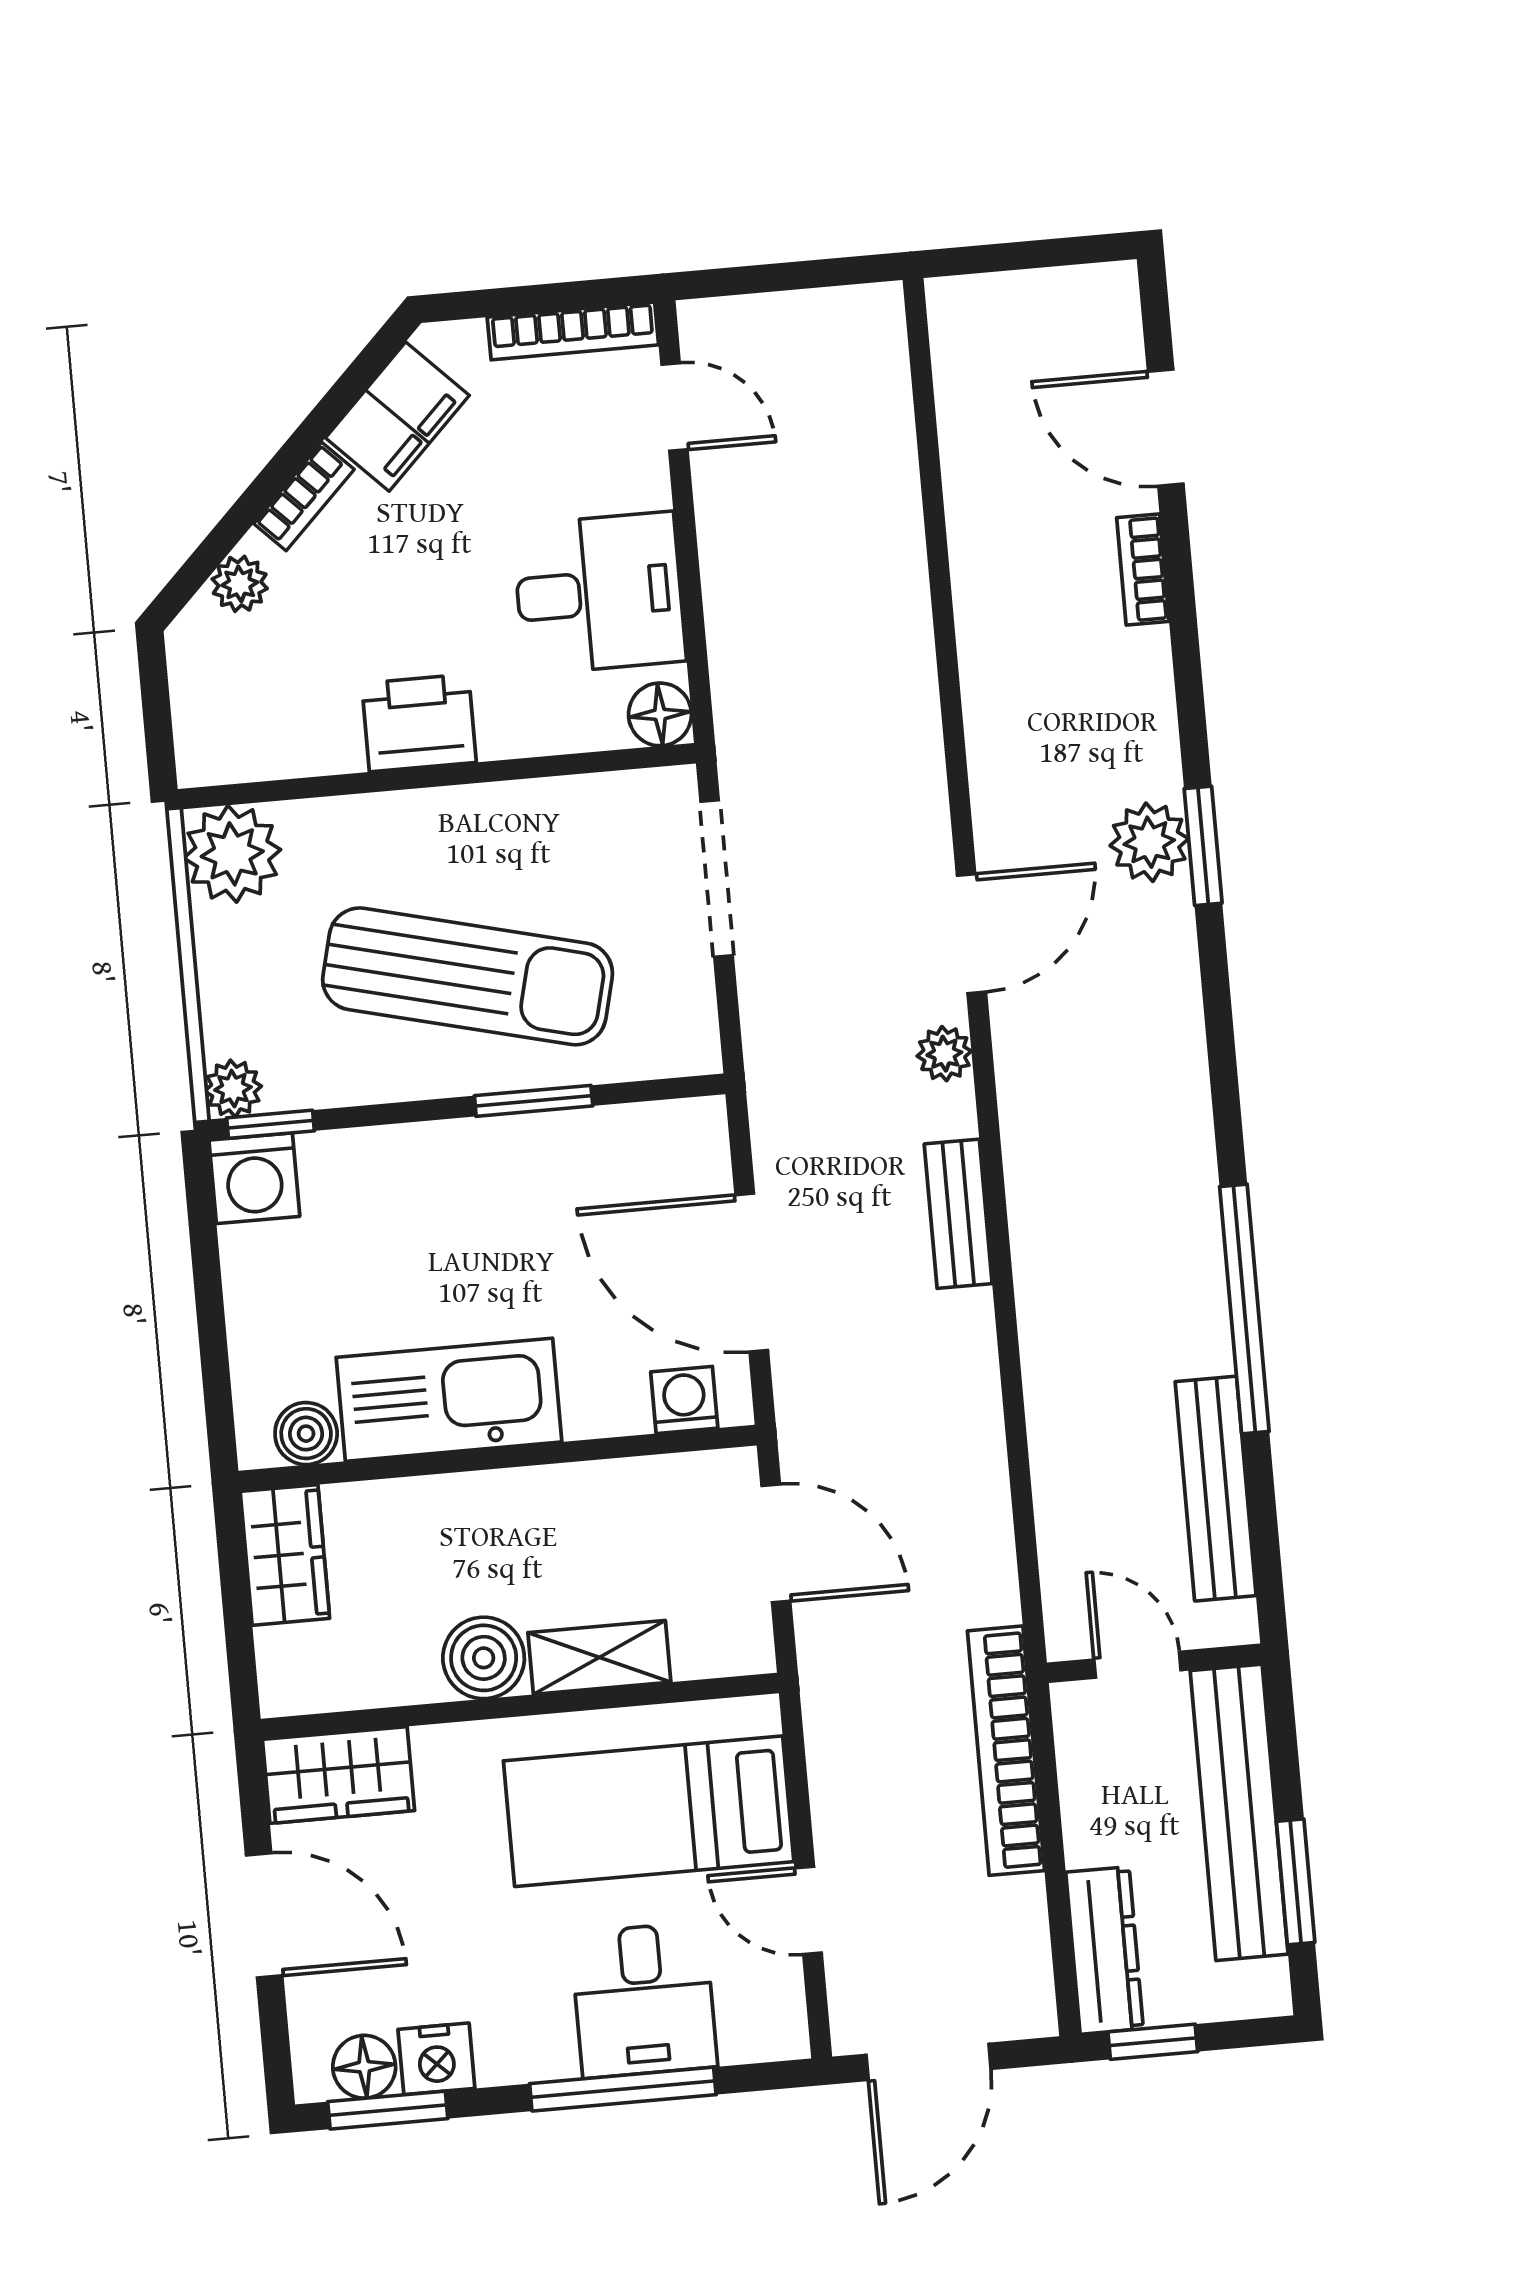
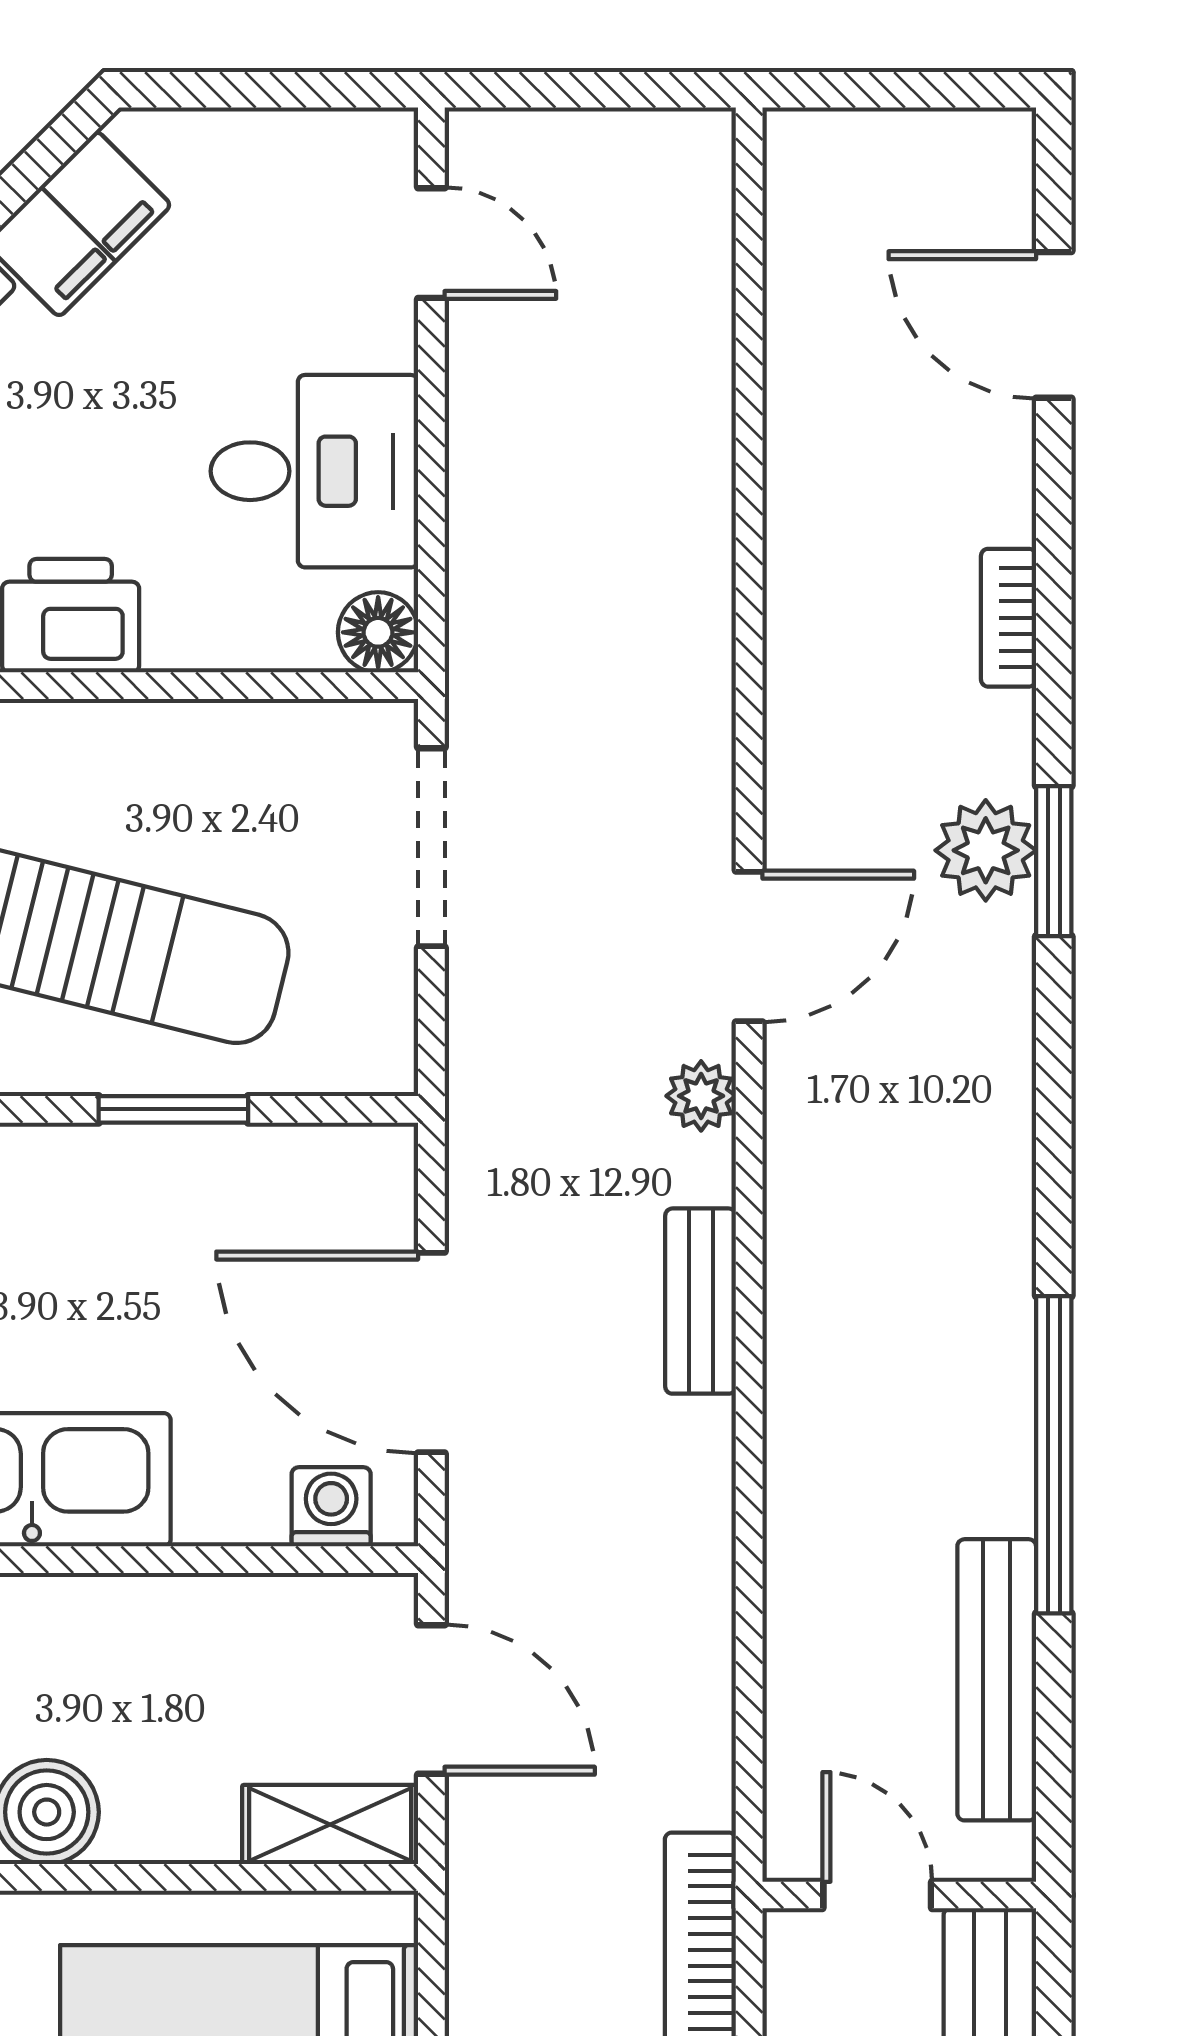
bookcase: (573, 331) -> (311, 135), removed
bookcase: (1143, 570) -> (1008, 618), moved
shelving: (599, 1657) -> (330, 1824), moved

